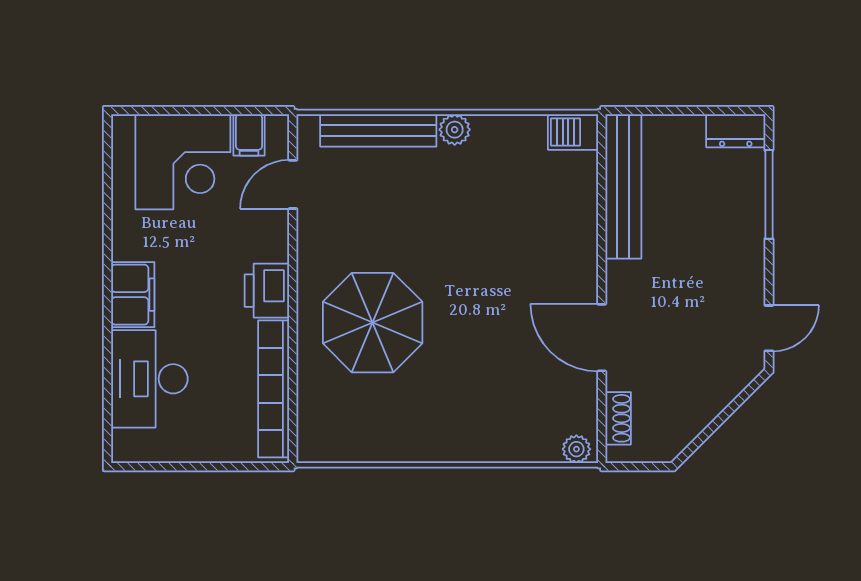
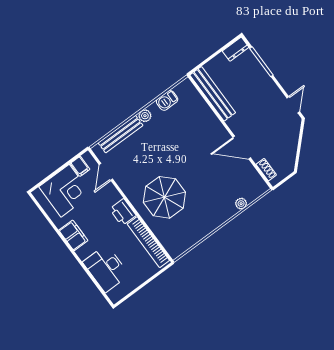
barbecue: (573, 132) -> (167, 100), moved
filing cabinet: (133, 295) -> (73, 235), moved
plant: (576, 449) -> (241, 204), moved

